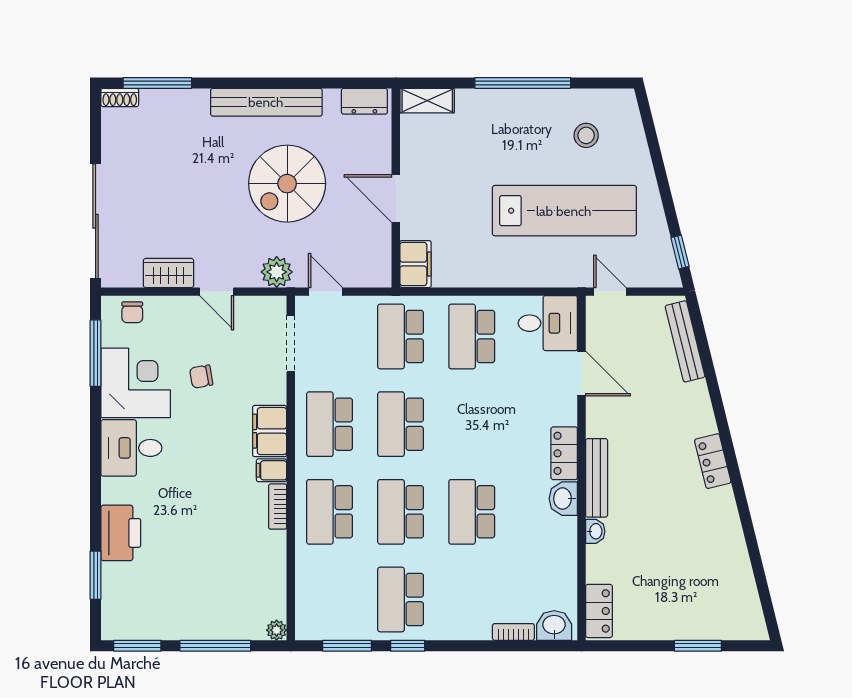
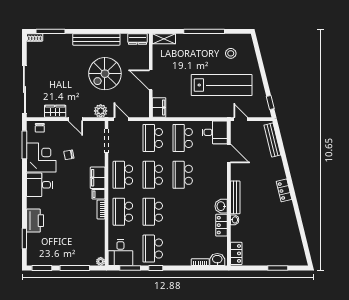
locker: (564, 453) -> (222, 225), moved
school desk: (472, 512) -> (183, 175), moved
desk: (324, 609) -> (120, 253), added

